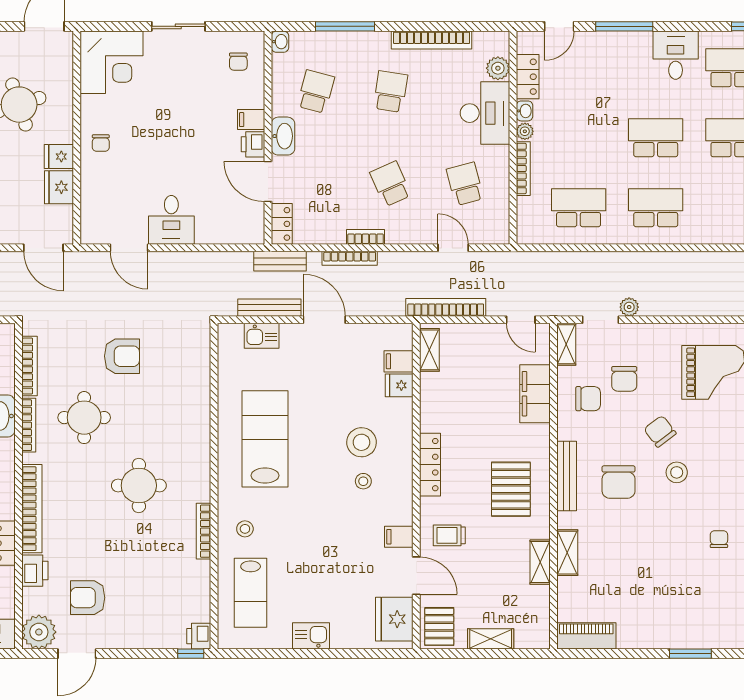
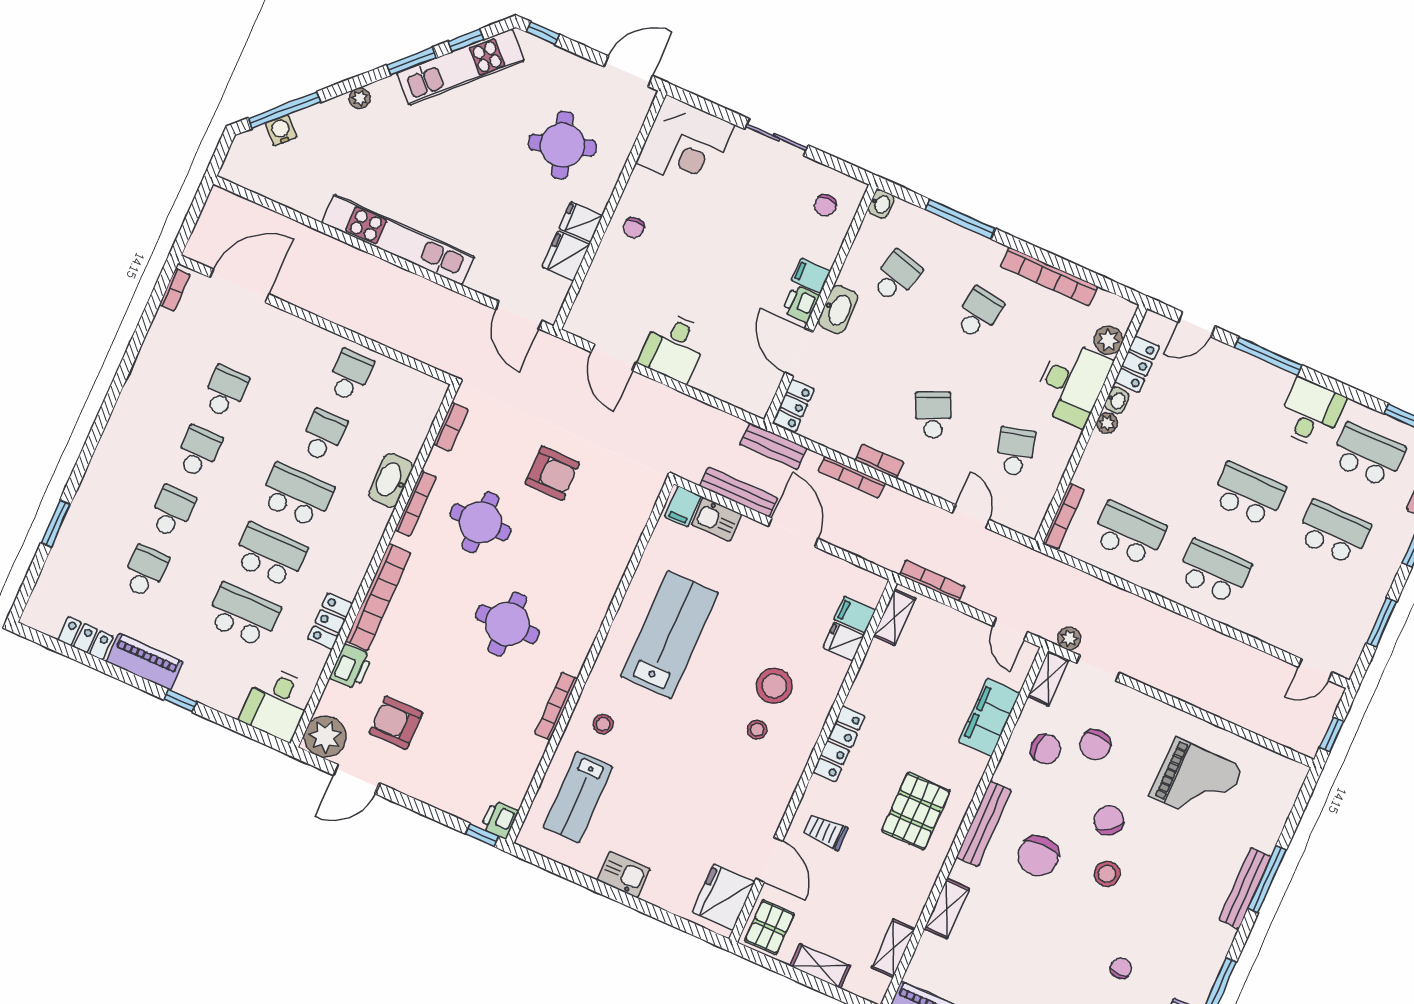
bookcase: (523, 169) -> (1064, 516), moved
bookcase: (446, 307) -> (932, 581), width x0.68, depth x0.76
plant: (629, 307) -> (1069, 638), moved
bookcase: (29, 366) -> (451, 427), width x0.64
filing cabinet: (399, 537) -> (683, 506), moved, turned -90
shelving: (540, 562) -> (893, 948), moved

